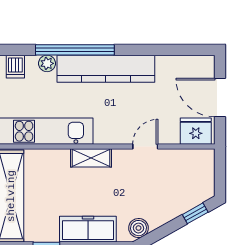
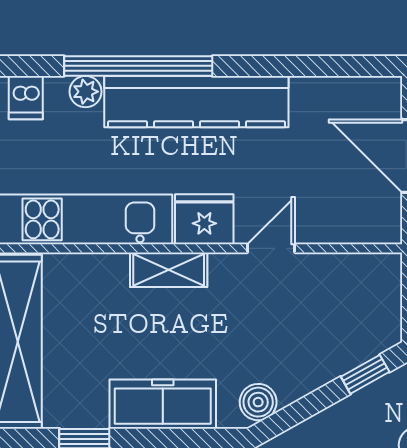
fridge: (196, 131) -> (204, 219), moved

